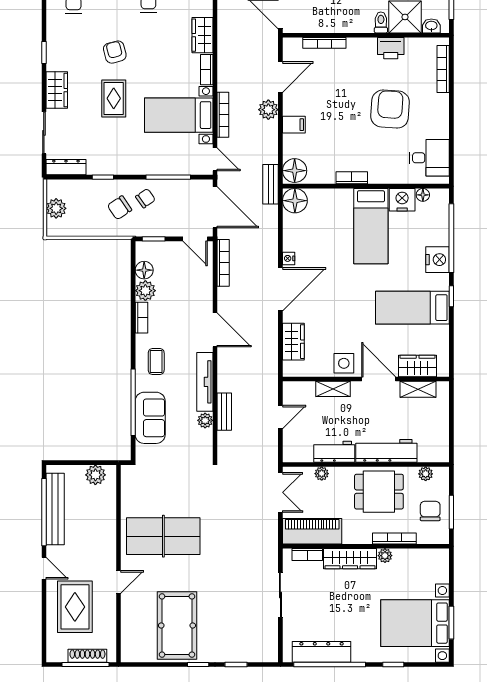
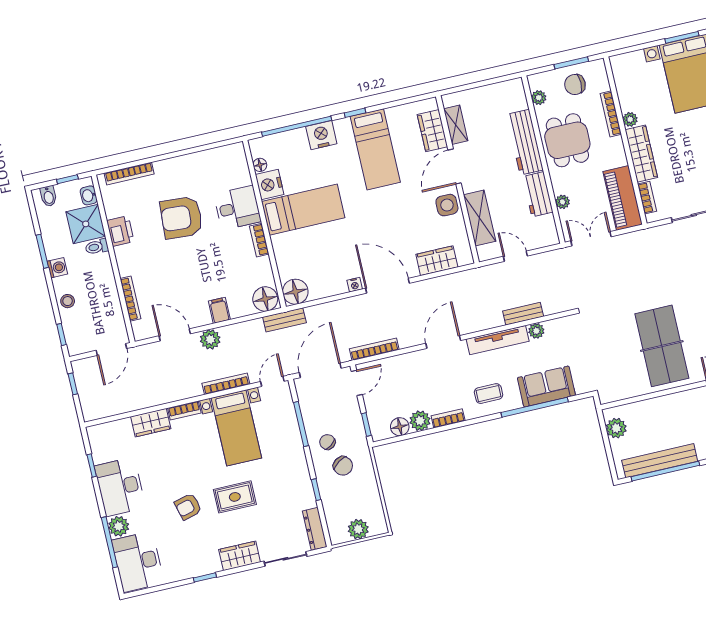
desk: (429, 158) -> (237, 208), moved, turned 90
shelving: (333, 389) -> (480, 218), width x1.50, depth x1.33

